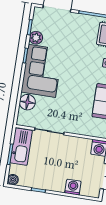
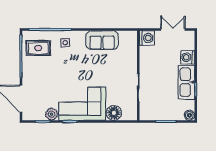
kitchen sink: (21, 147) -> (186, 82), moved, turned -90

